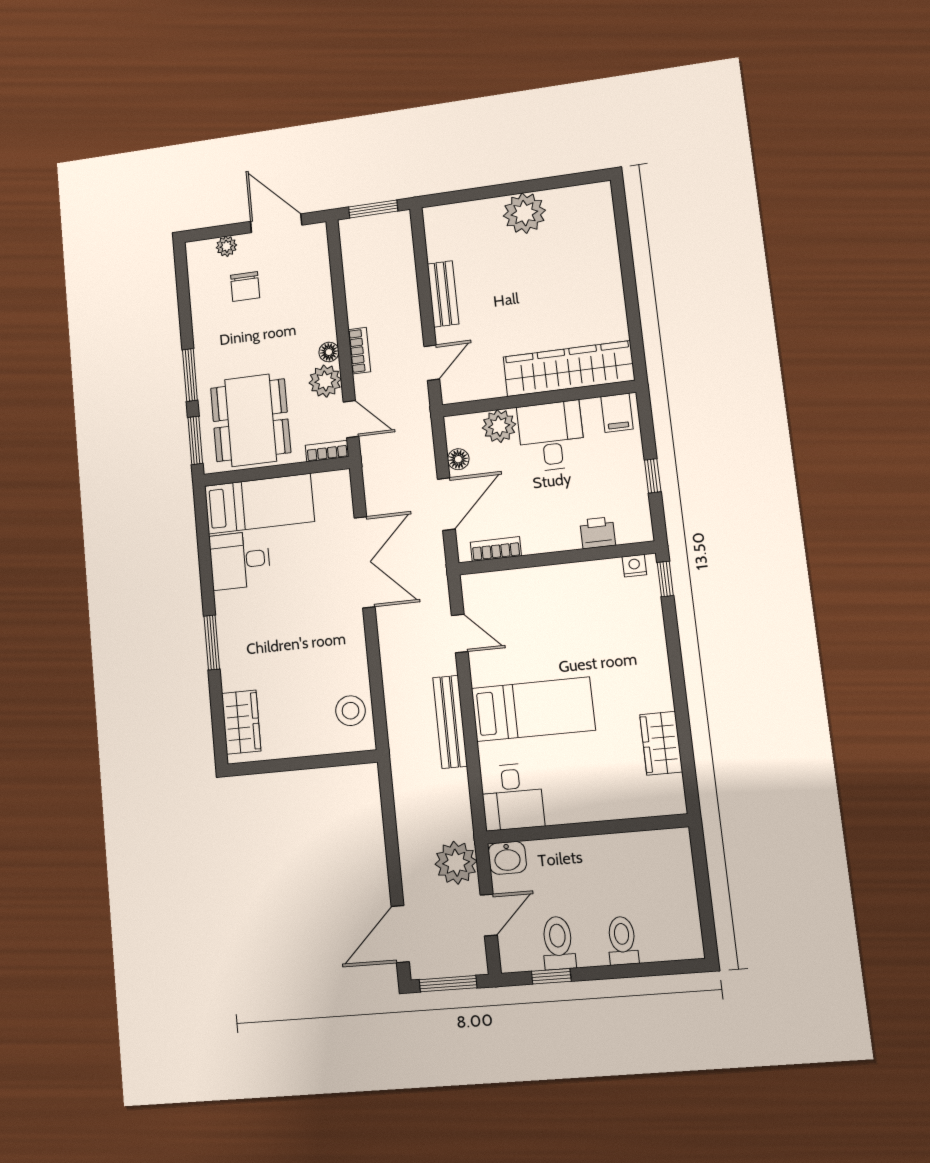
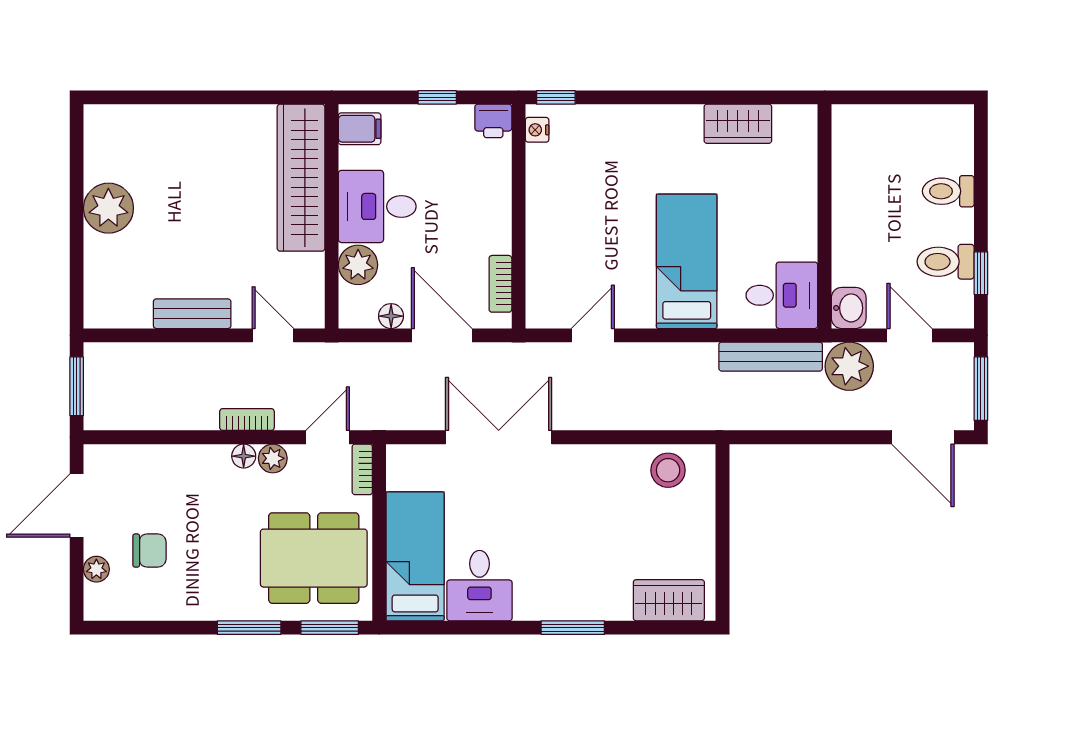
plant: (325, 381) -> (273, 458), width x0.73, depth x0.73
printer: (598, 533) -> (493, 121), moved, turned -90
bench: (450, 722) -> (771, 357), moved

